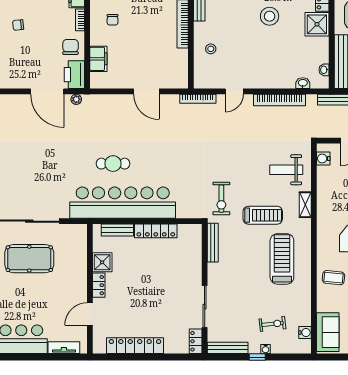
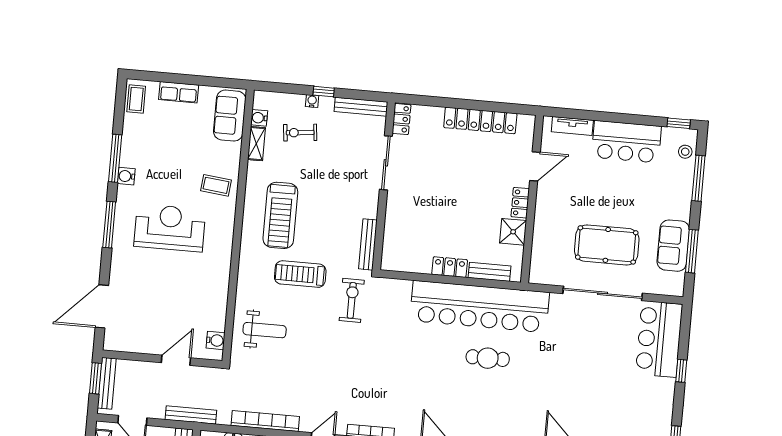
shelving: (305, 205) -> (256, 144), moved
locker: (156, 231) -> (450, 267), width x0.66

